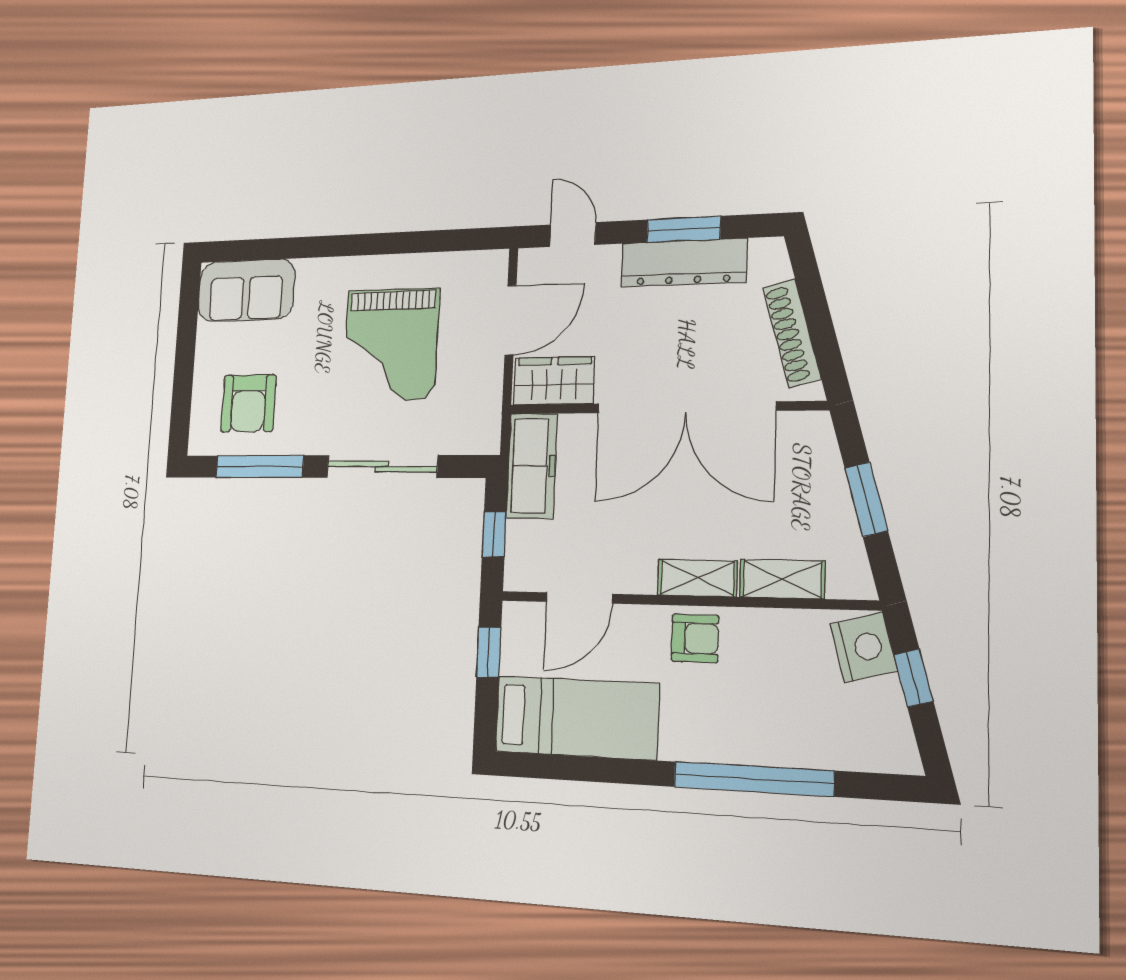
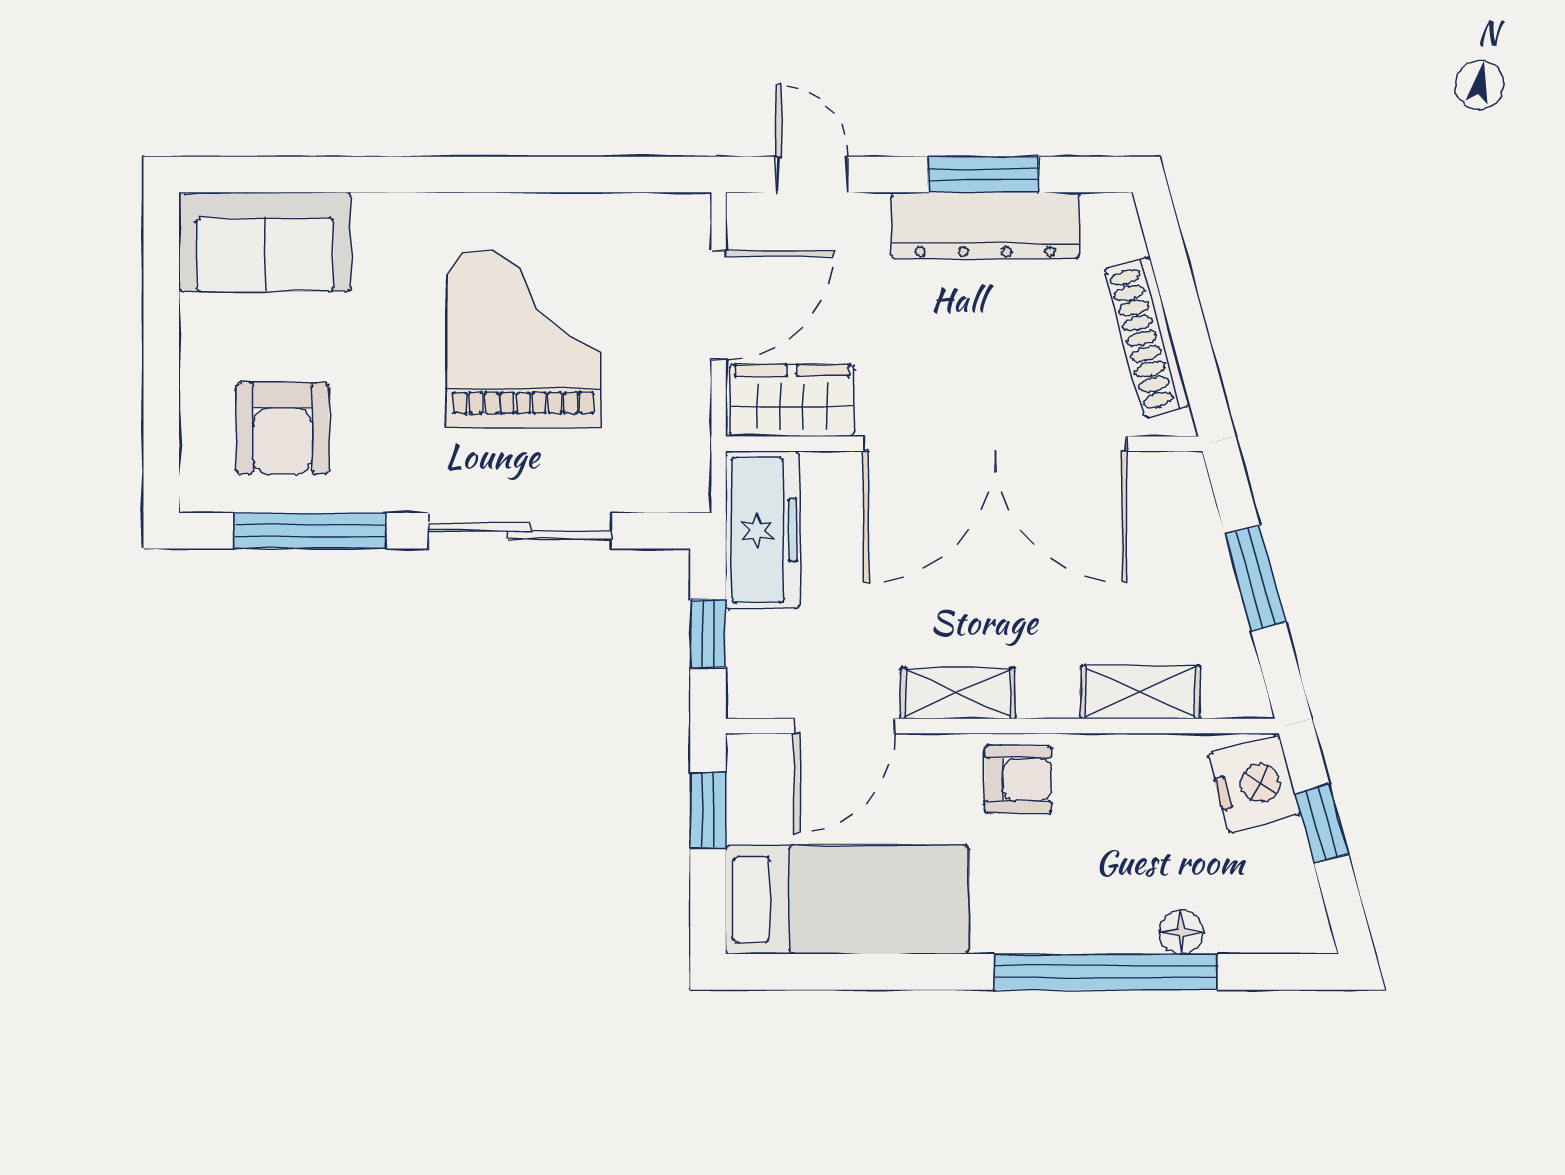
grand piano: (391, 345) -> (523, 339), turned 180
shelving: (697, 578) -> (958, 693), moved
floor lamp: (808, 753) -> (1181, 932), added

